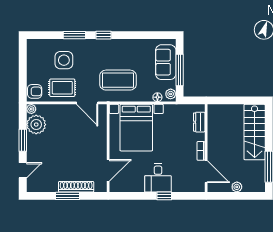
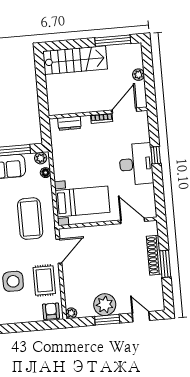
plant: (36, 125) -> (105, 305), moved
bed with nightstands: (136, 128) -> (83, 201), width x0.73
desk: (158, 178) -> (136, 164), width x1.37

